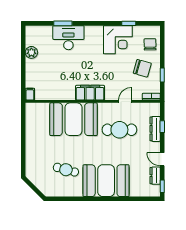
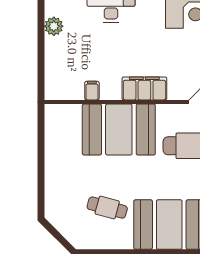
filing cabinet: (30, 94) -> (92, 91), moved

